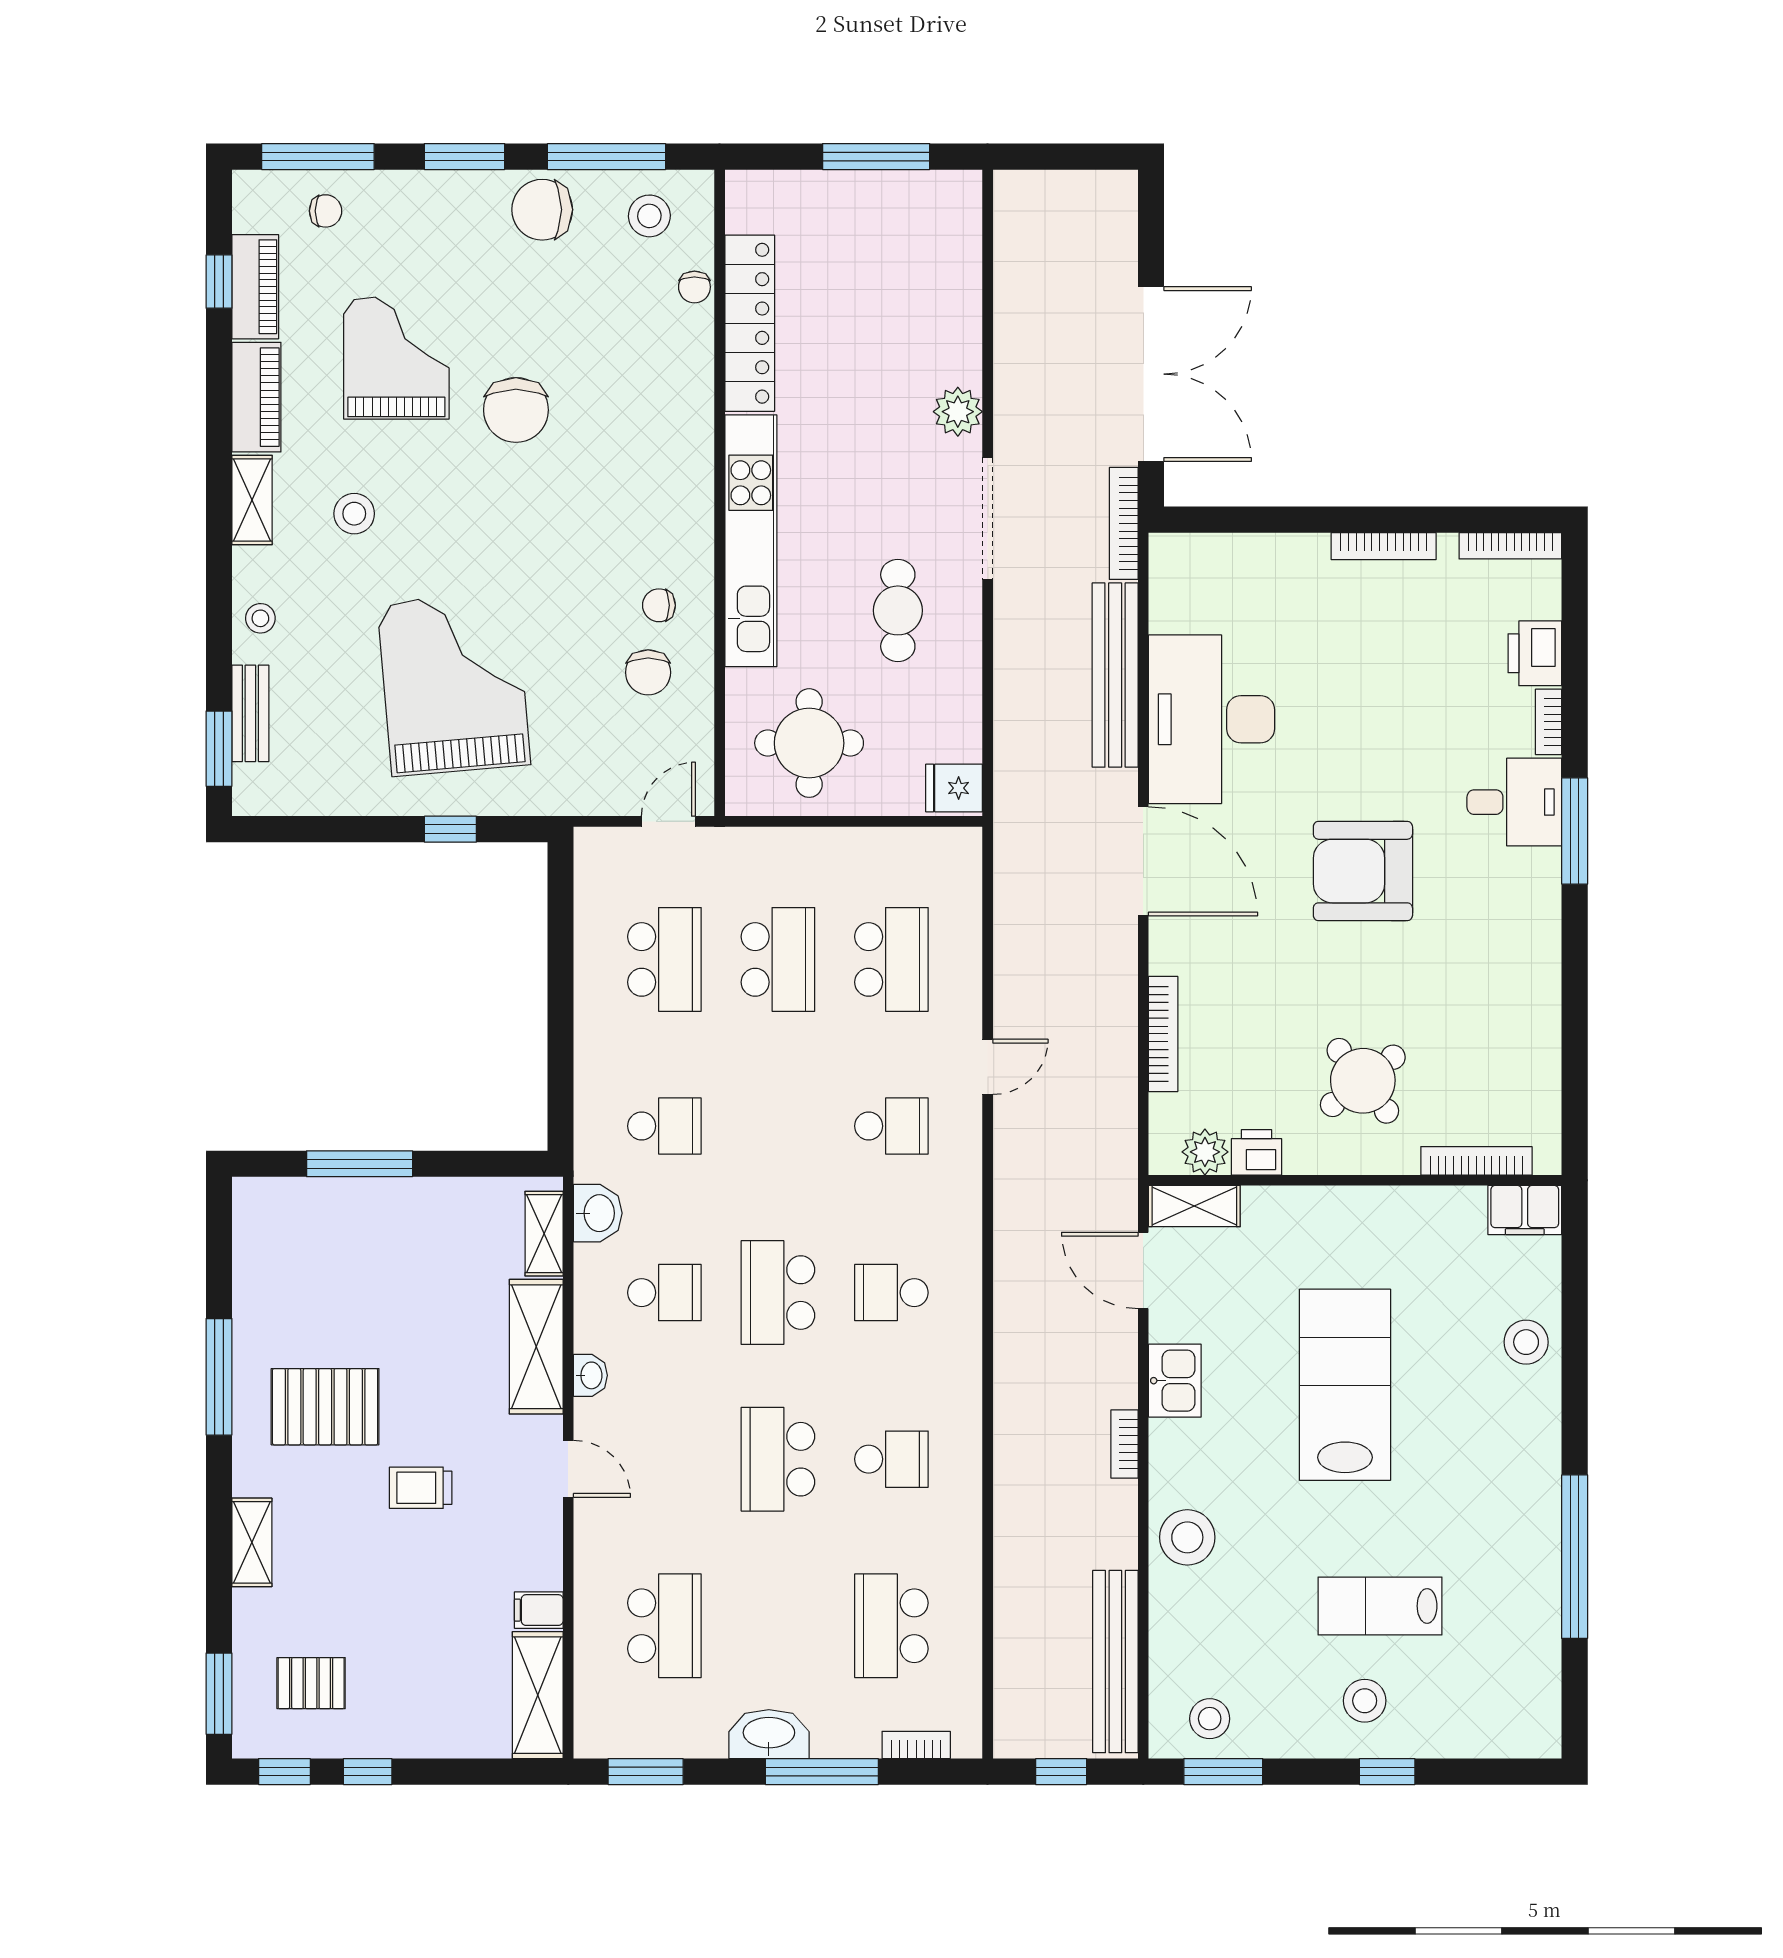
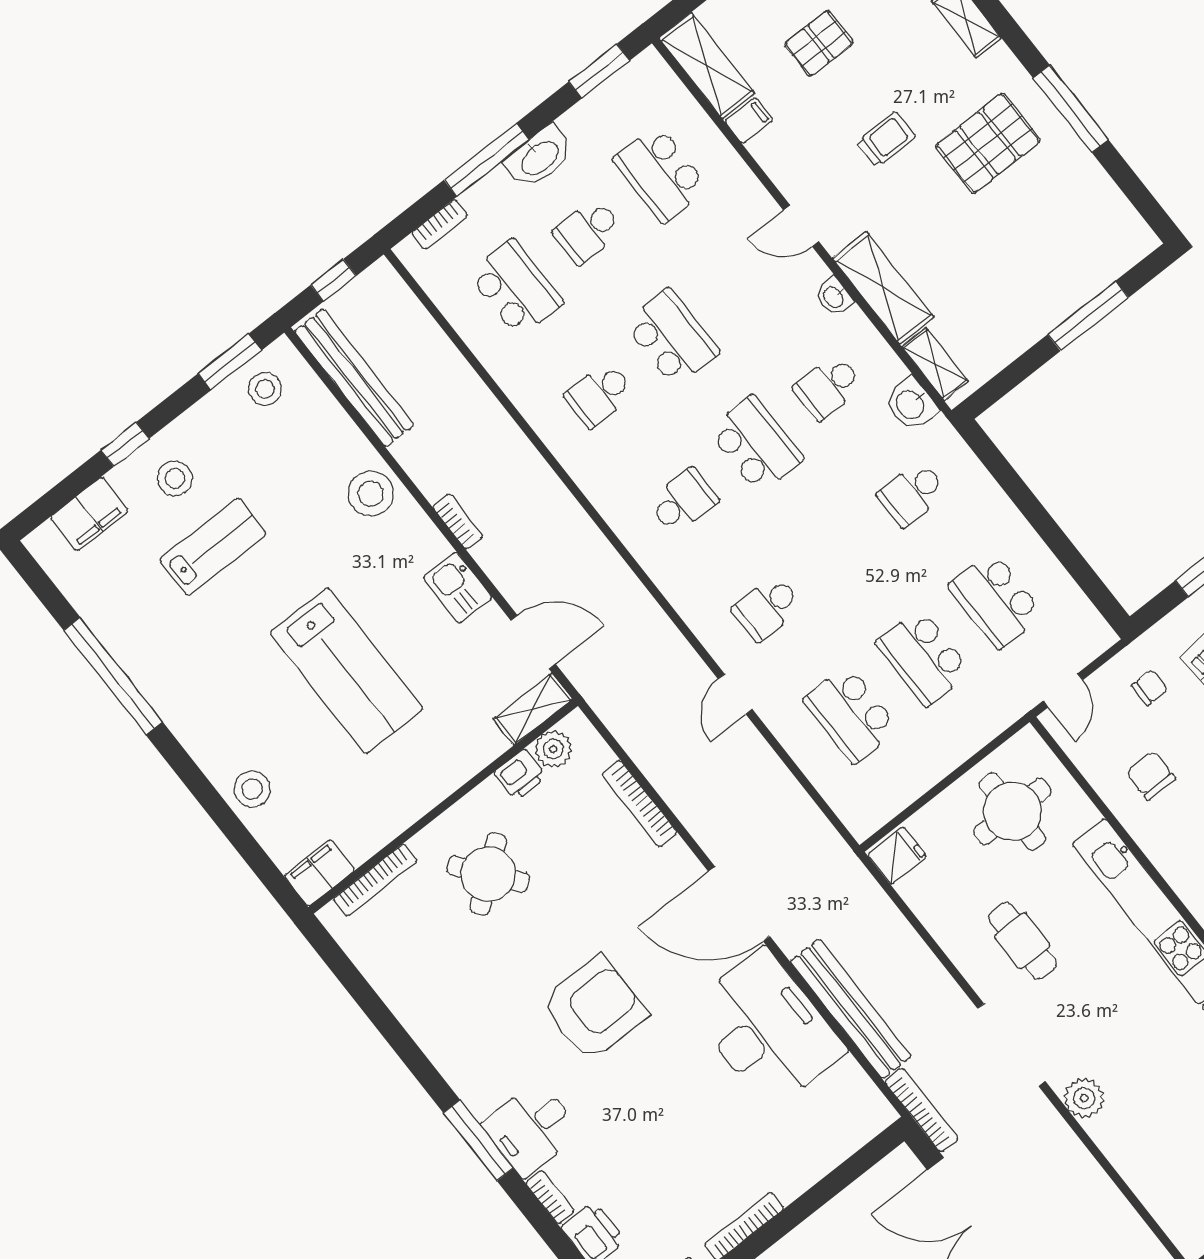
chair: (659, 605) -> (1150, 688), moved
school desk: (778, 1626) -> (588, 231), added
pallet: (413, 1631) -> (819, 43), added
filing cabinet: (1475, 1731) -> (89, 514), added

